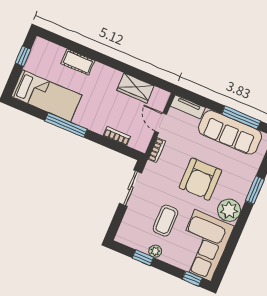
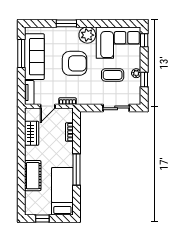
cot: (78, 62) -> (33, 176), width x1.37, depth x1.34
sliding door: (130, 188) -> (116, 108), moved

